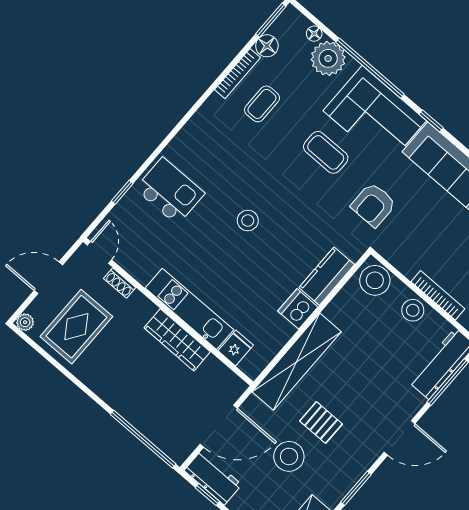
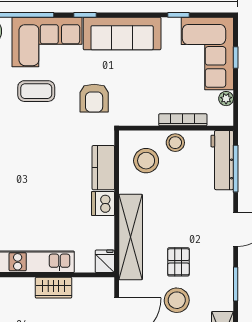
stool: (248, 221) -> (24, 175), removed
stool: (375, 280) -> (146, 161), moved
wardrobe: (177, 340) -> (53, 288), width x0.67
fridge: (236, 348) -> (105, 261), moved
pallet: (321, 423) -> (178, 262), turned 90

